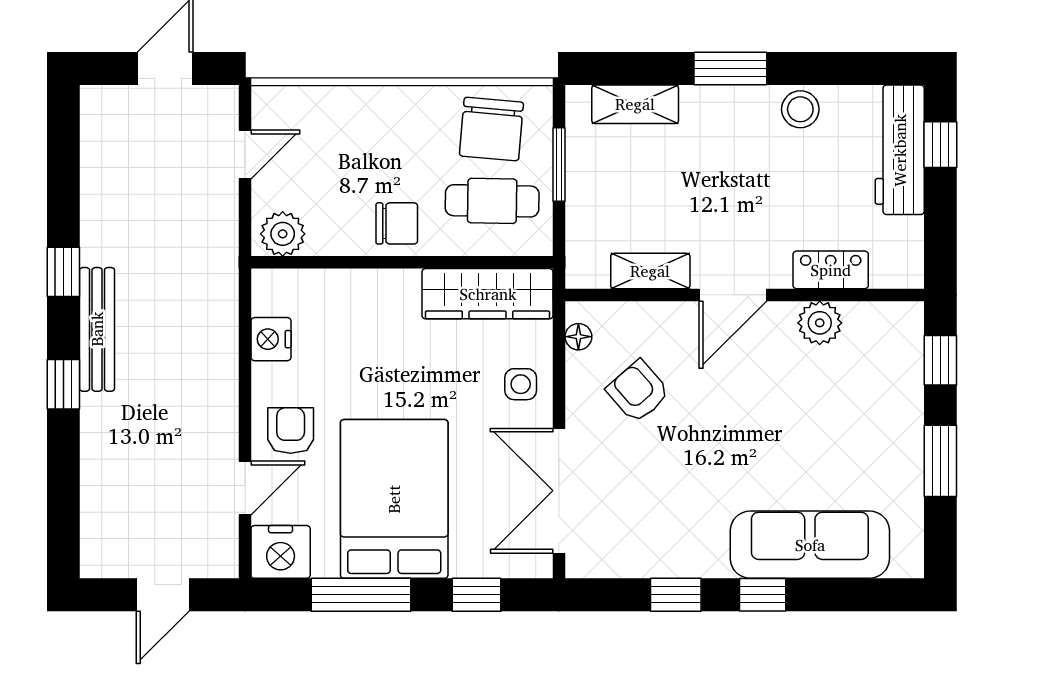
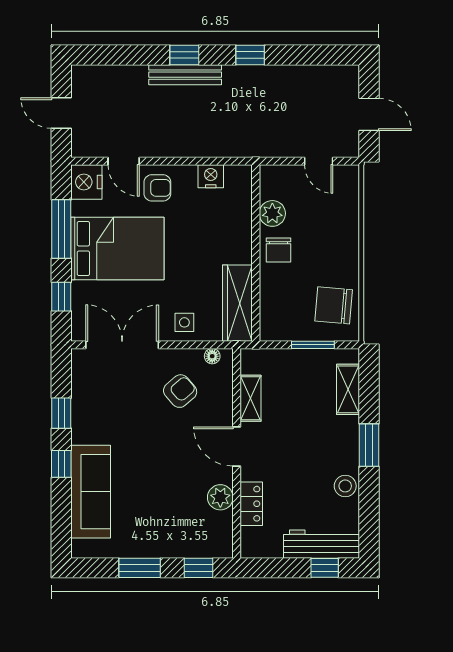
cafe table: (492, 201) -> (292, 306), removed
plant: (283, 234) -> (272, 213), moved
bench: (97, 329) -> (185, 75), moved

